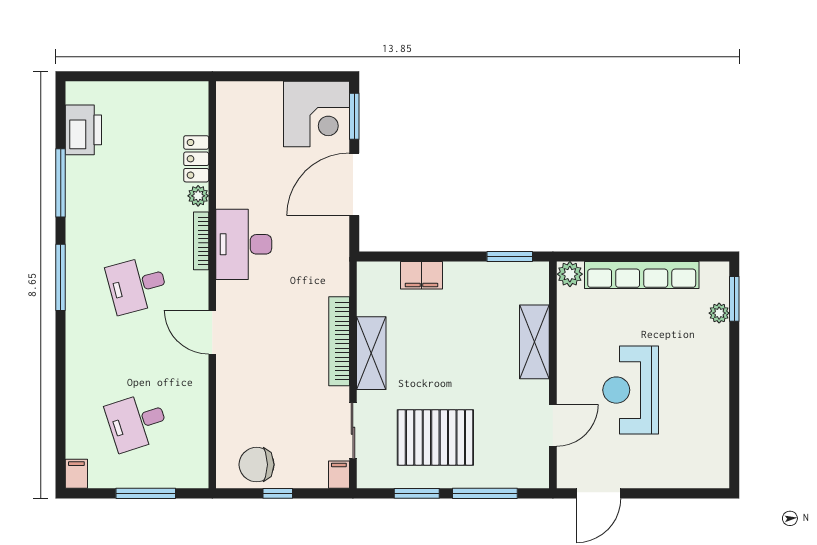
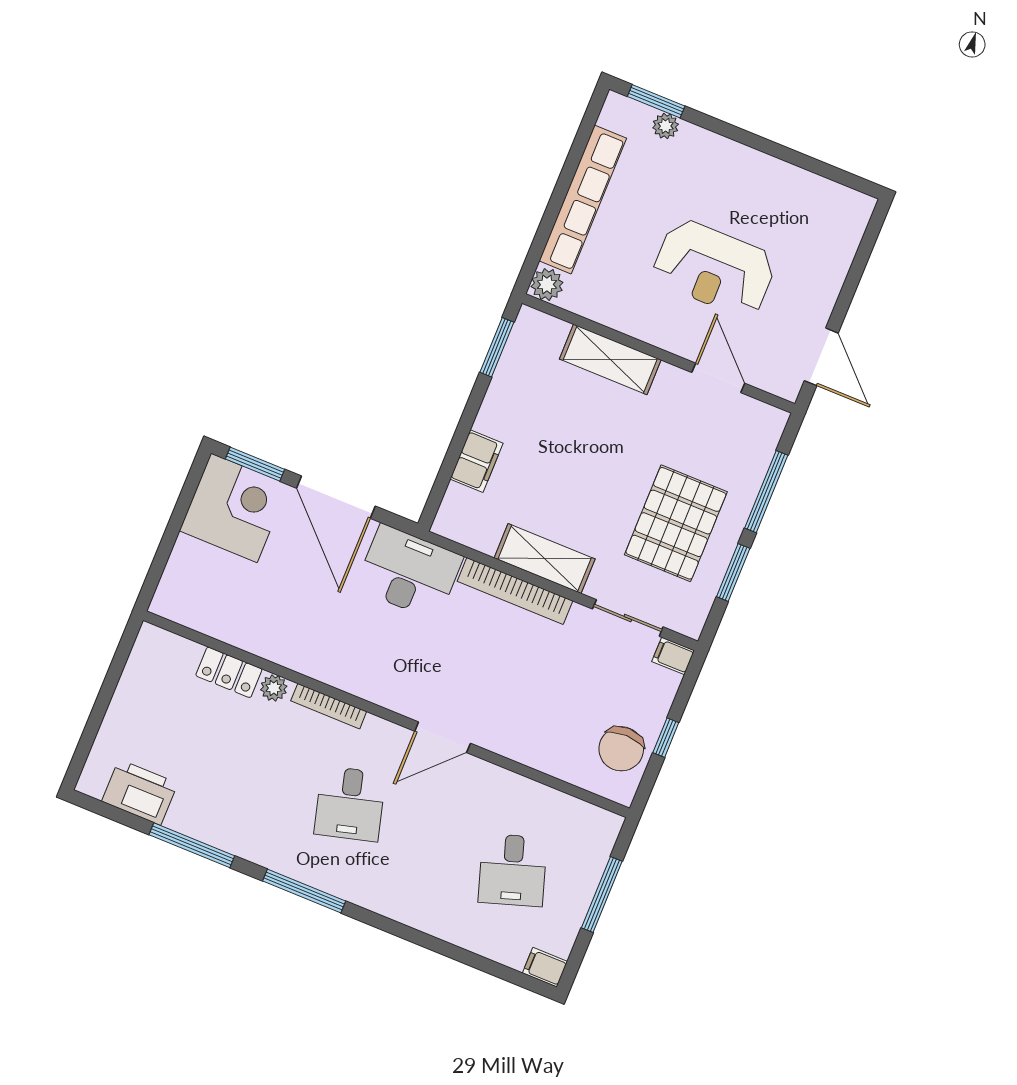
desk: (244, 244) -> (409, 572), moved, turned 180

